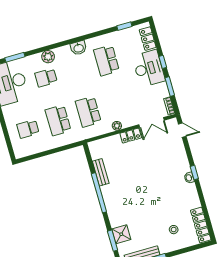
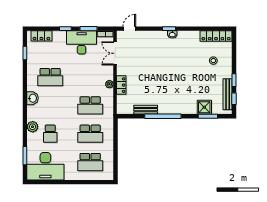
desk: (149, 68) -> (82, 42), moved
double door: (151, 122) -> (115, 53), swing flipped
school desk: (28, 129) -> (90, 162), width x1.85
locker: (131, 136) -> (121, 85), moved

